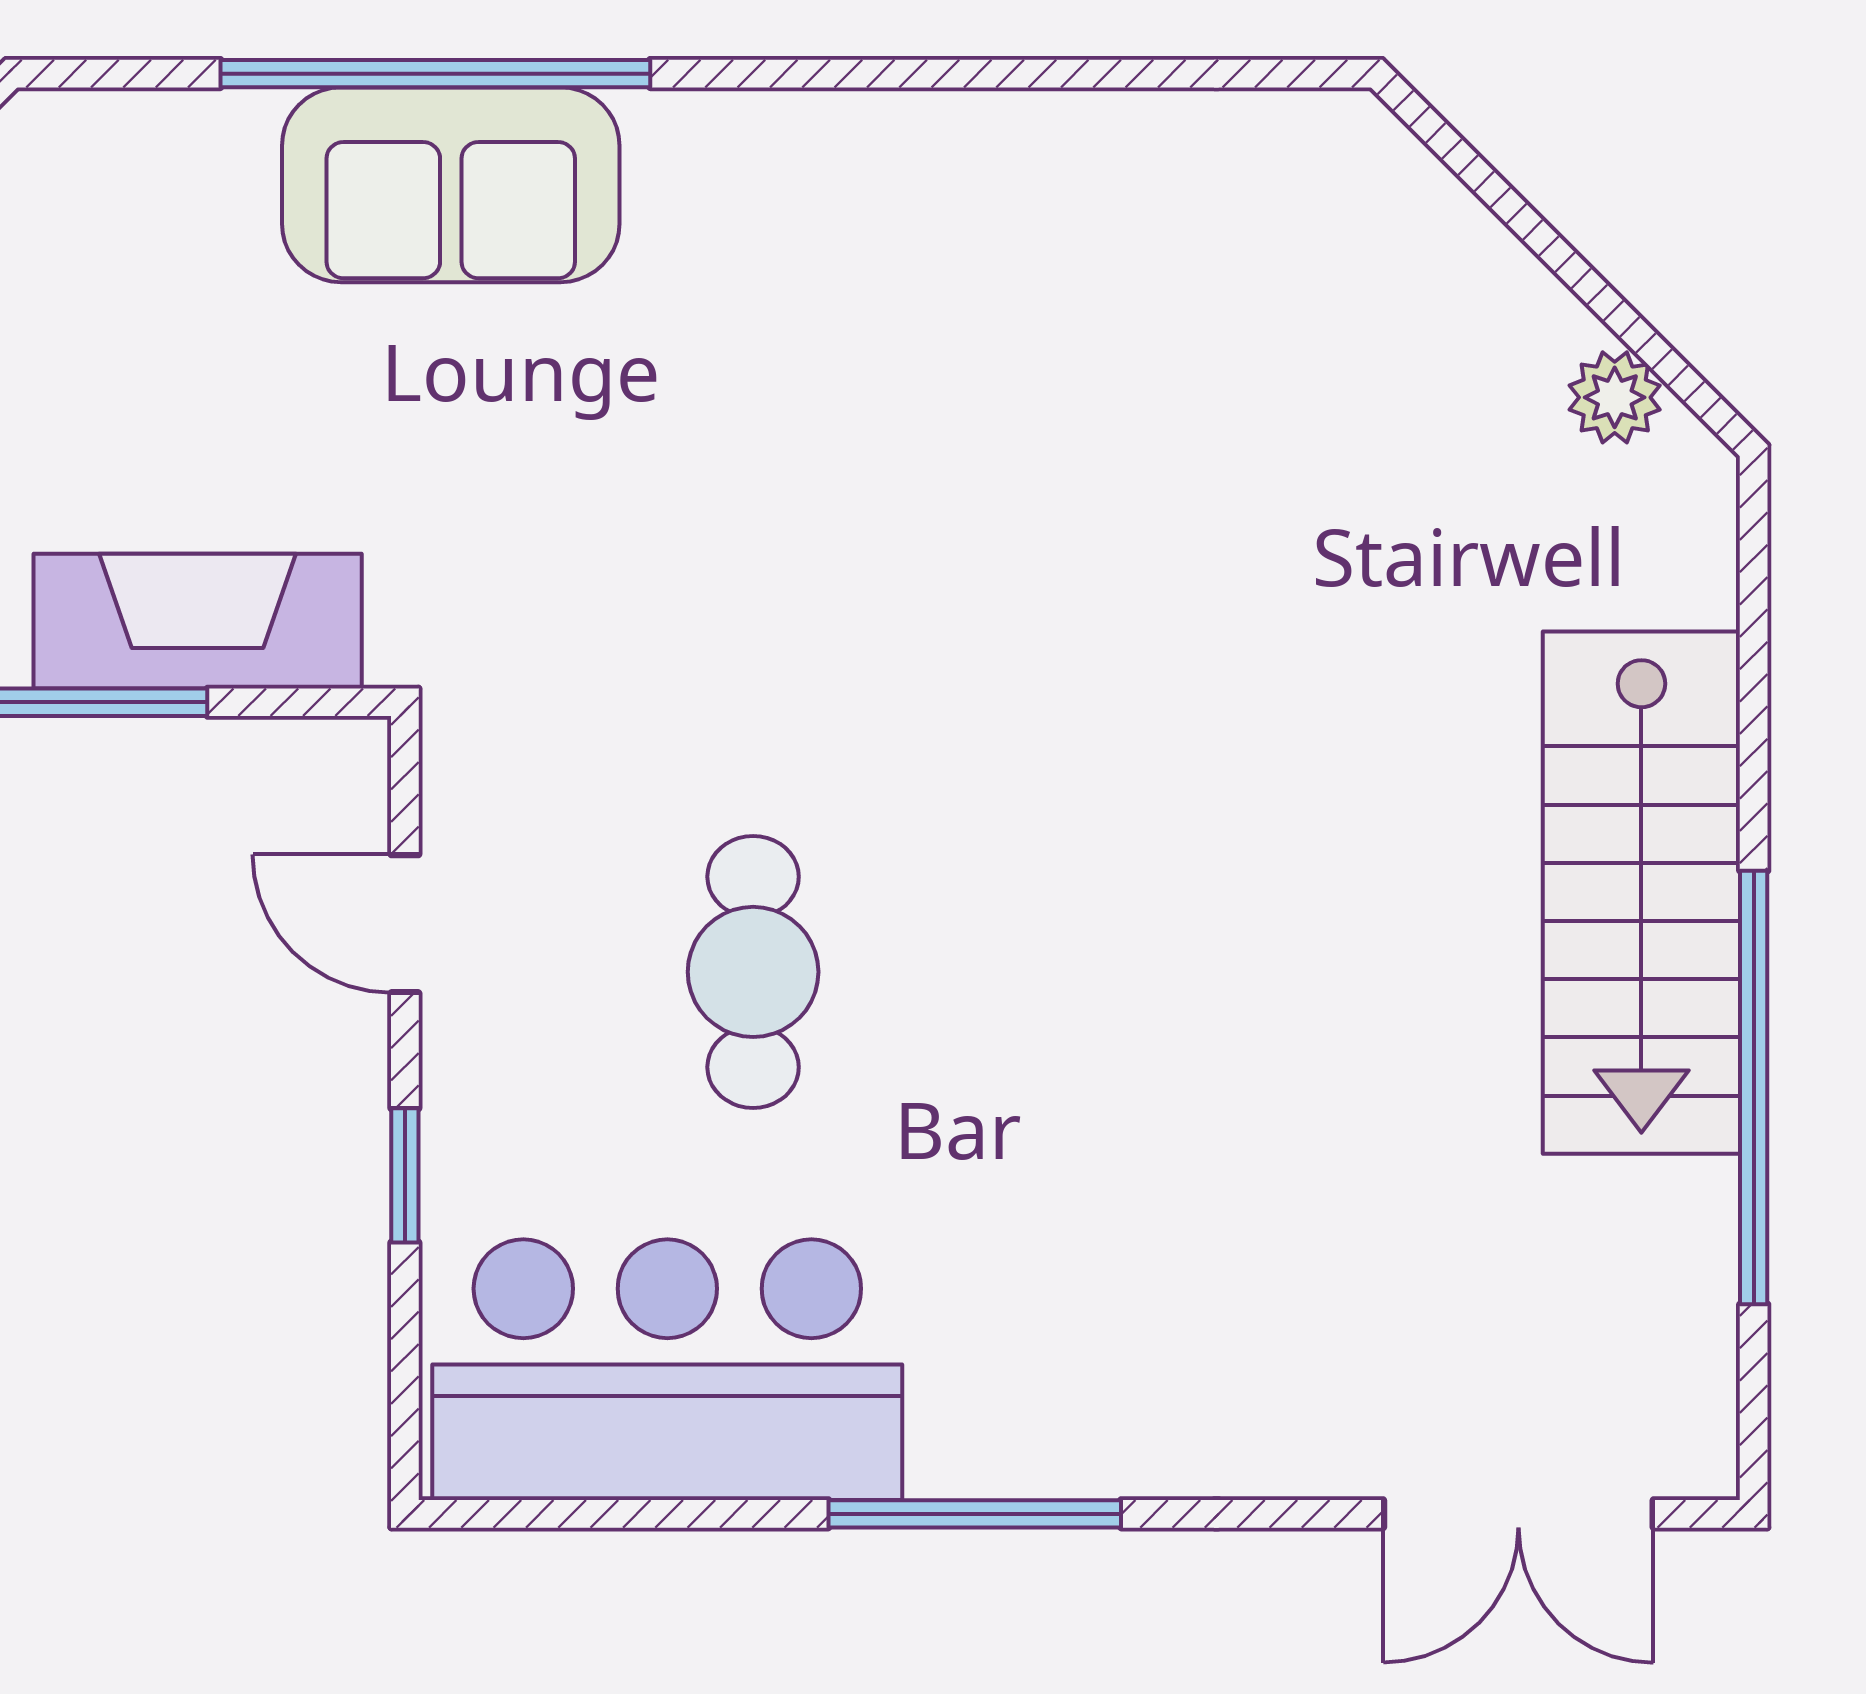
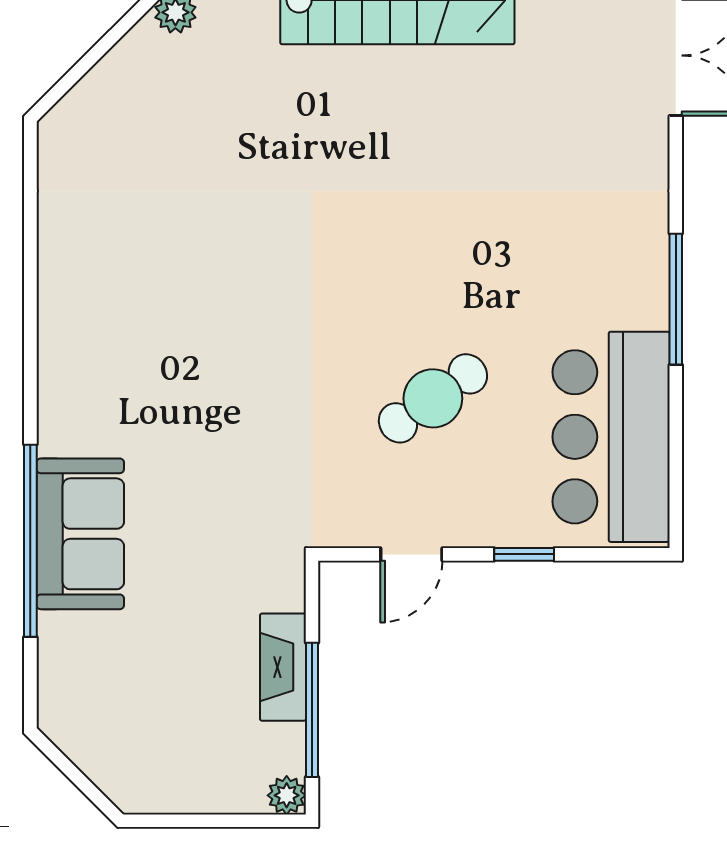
fireplace: (198, 621) -> (283, 667), width x0.73, depth x0.76
cafe table: (753, 972) -> (433, 398), turned -35

